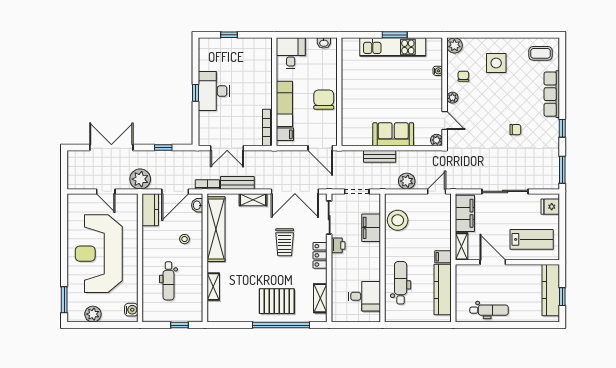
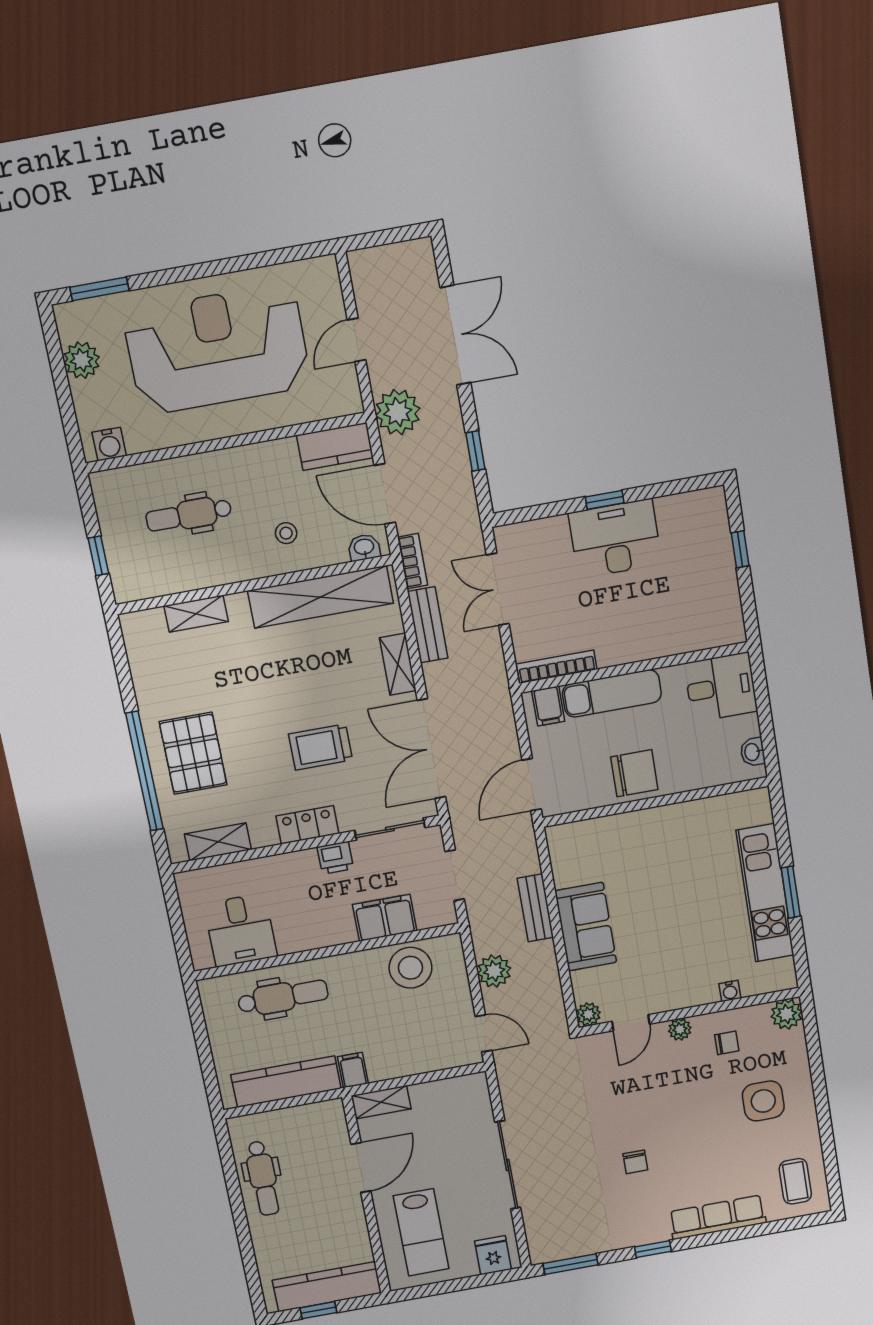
filing cabinet: (465, 213) -> (449, 1096), removed

